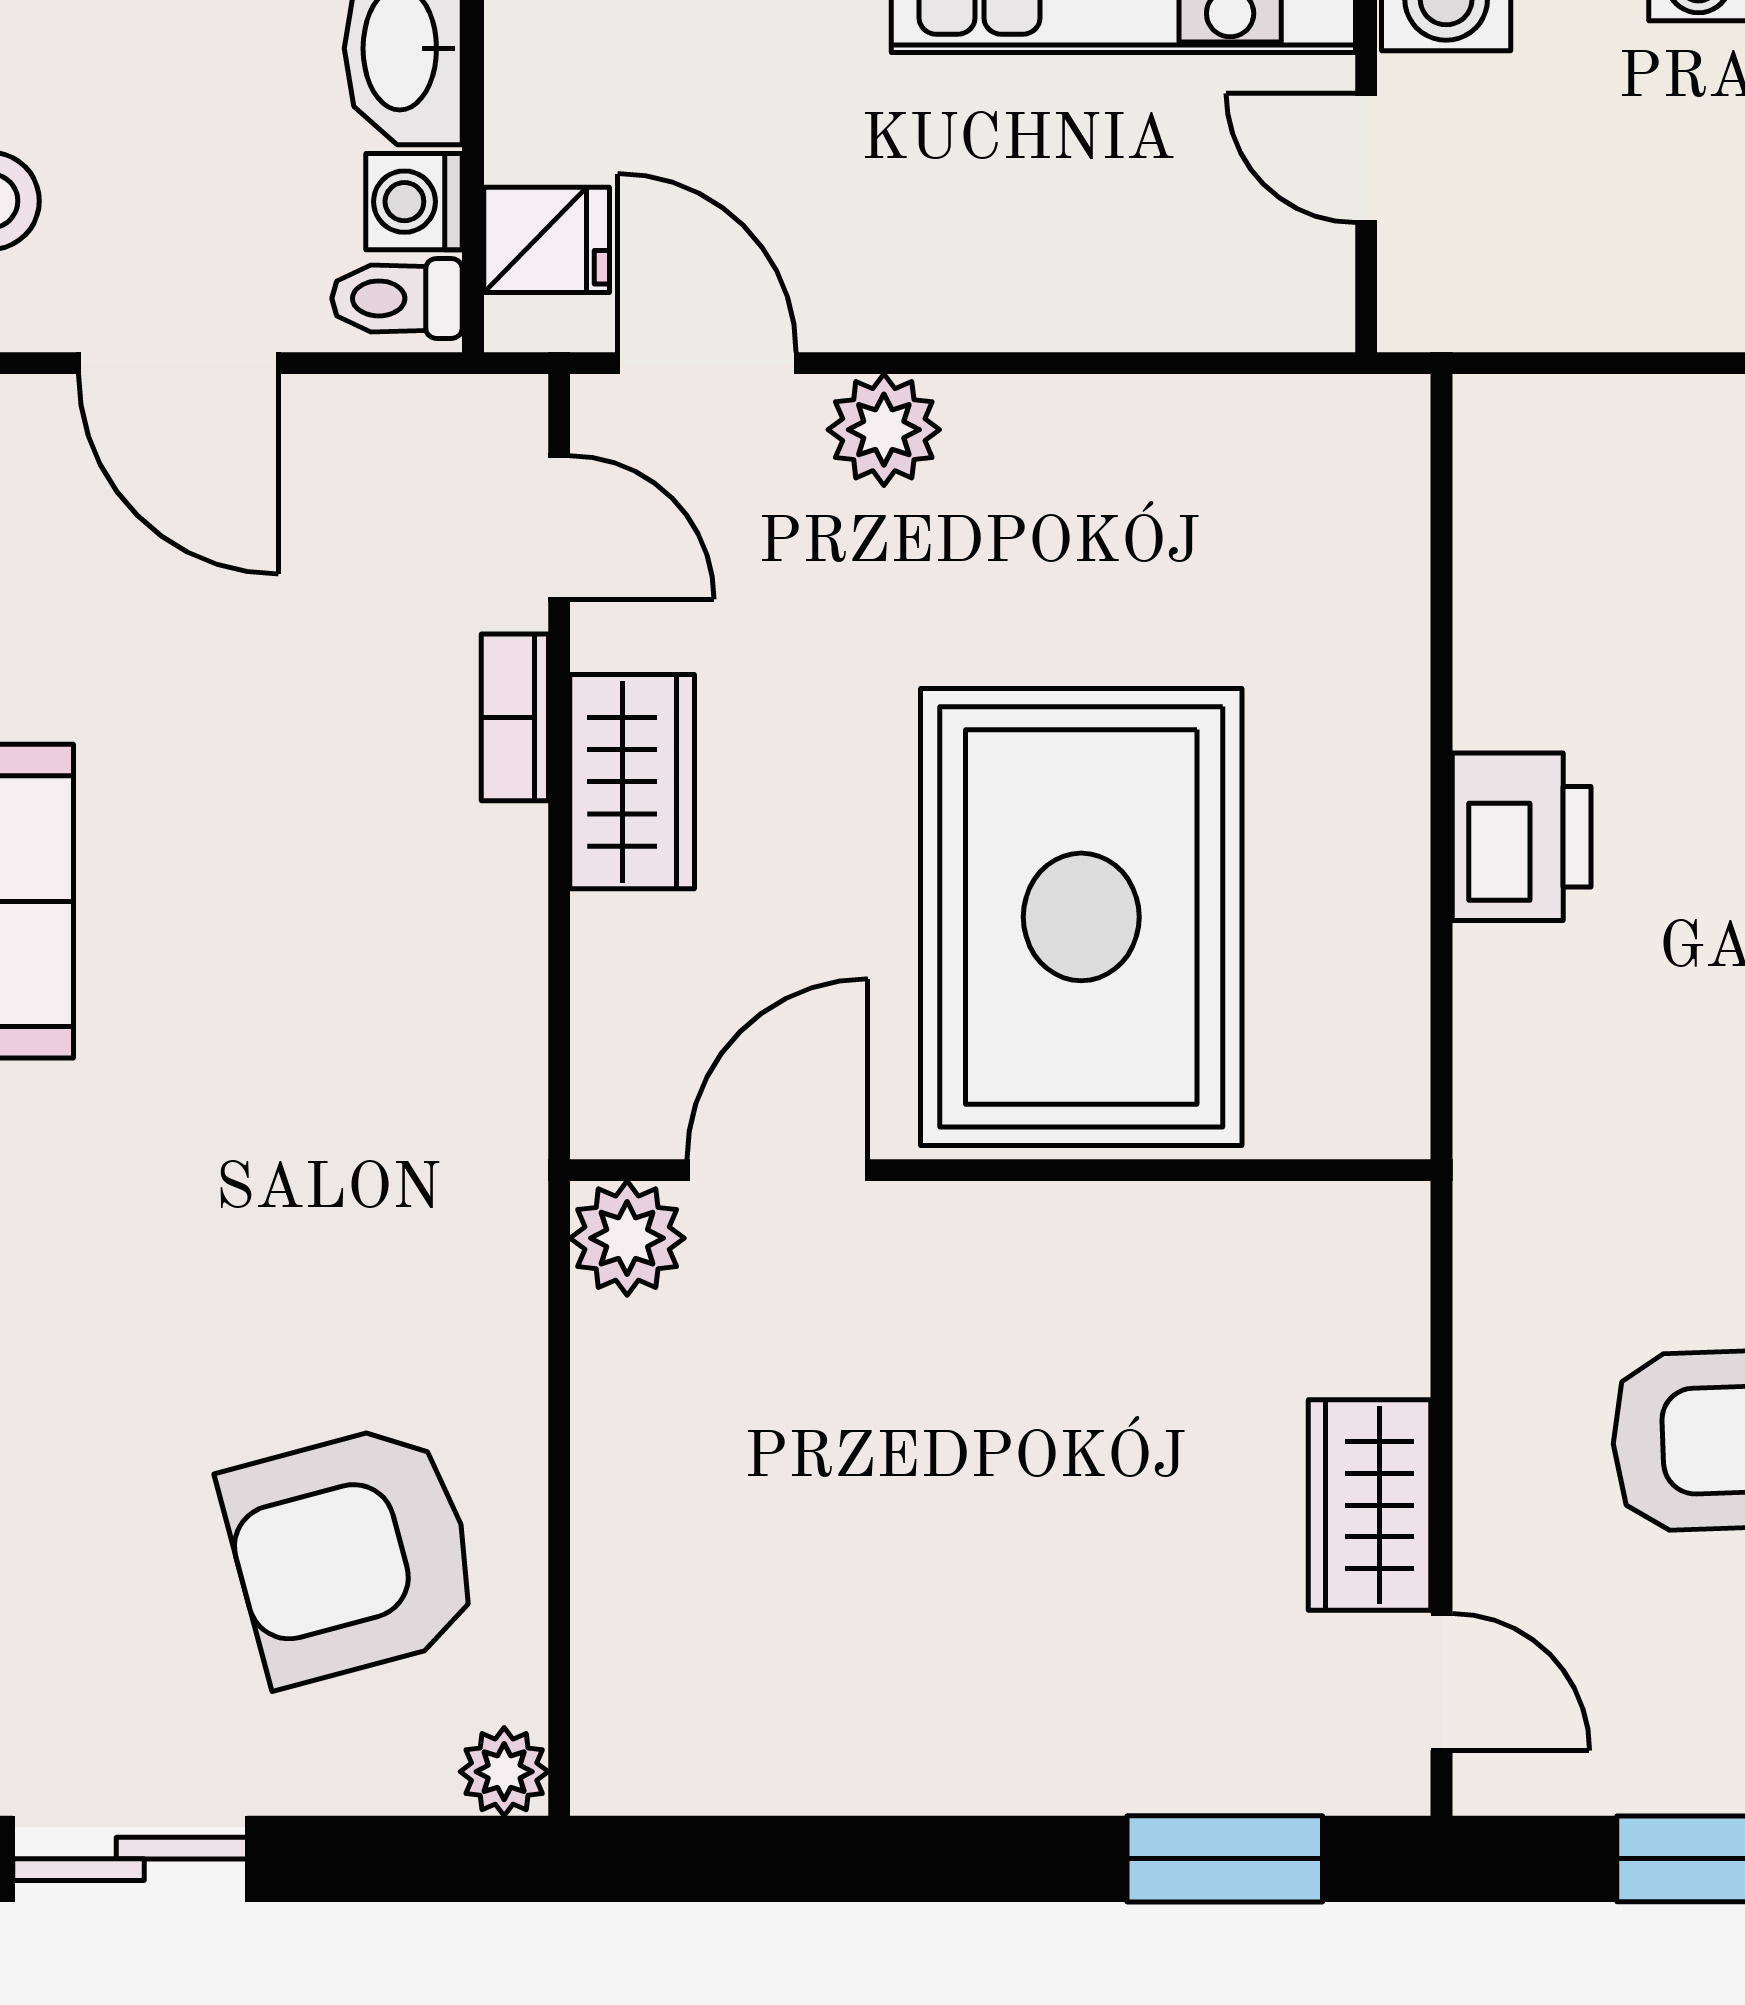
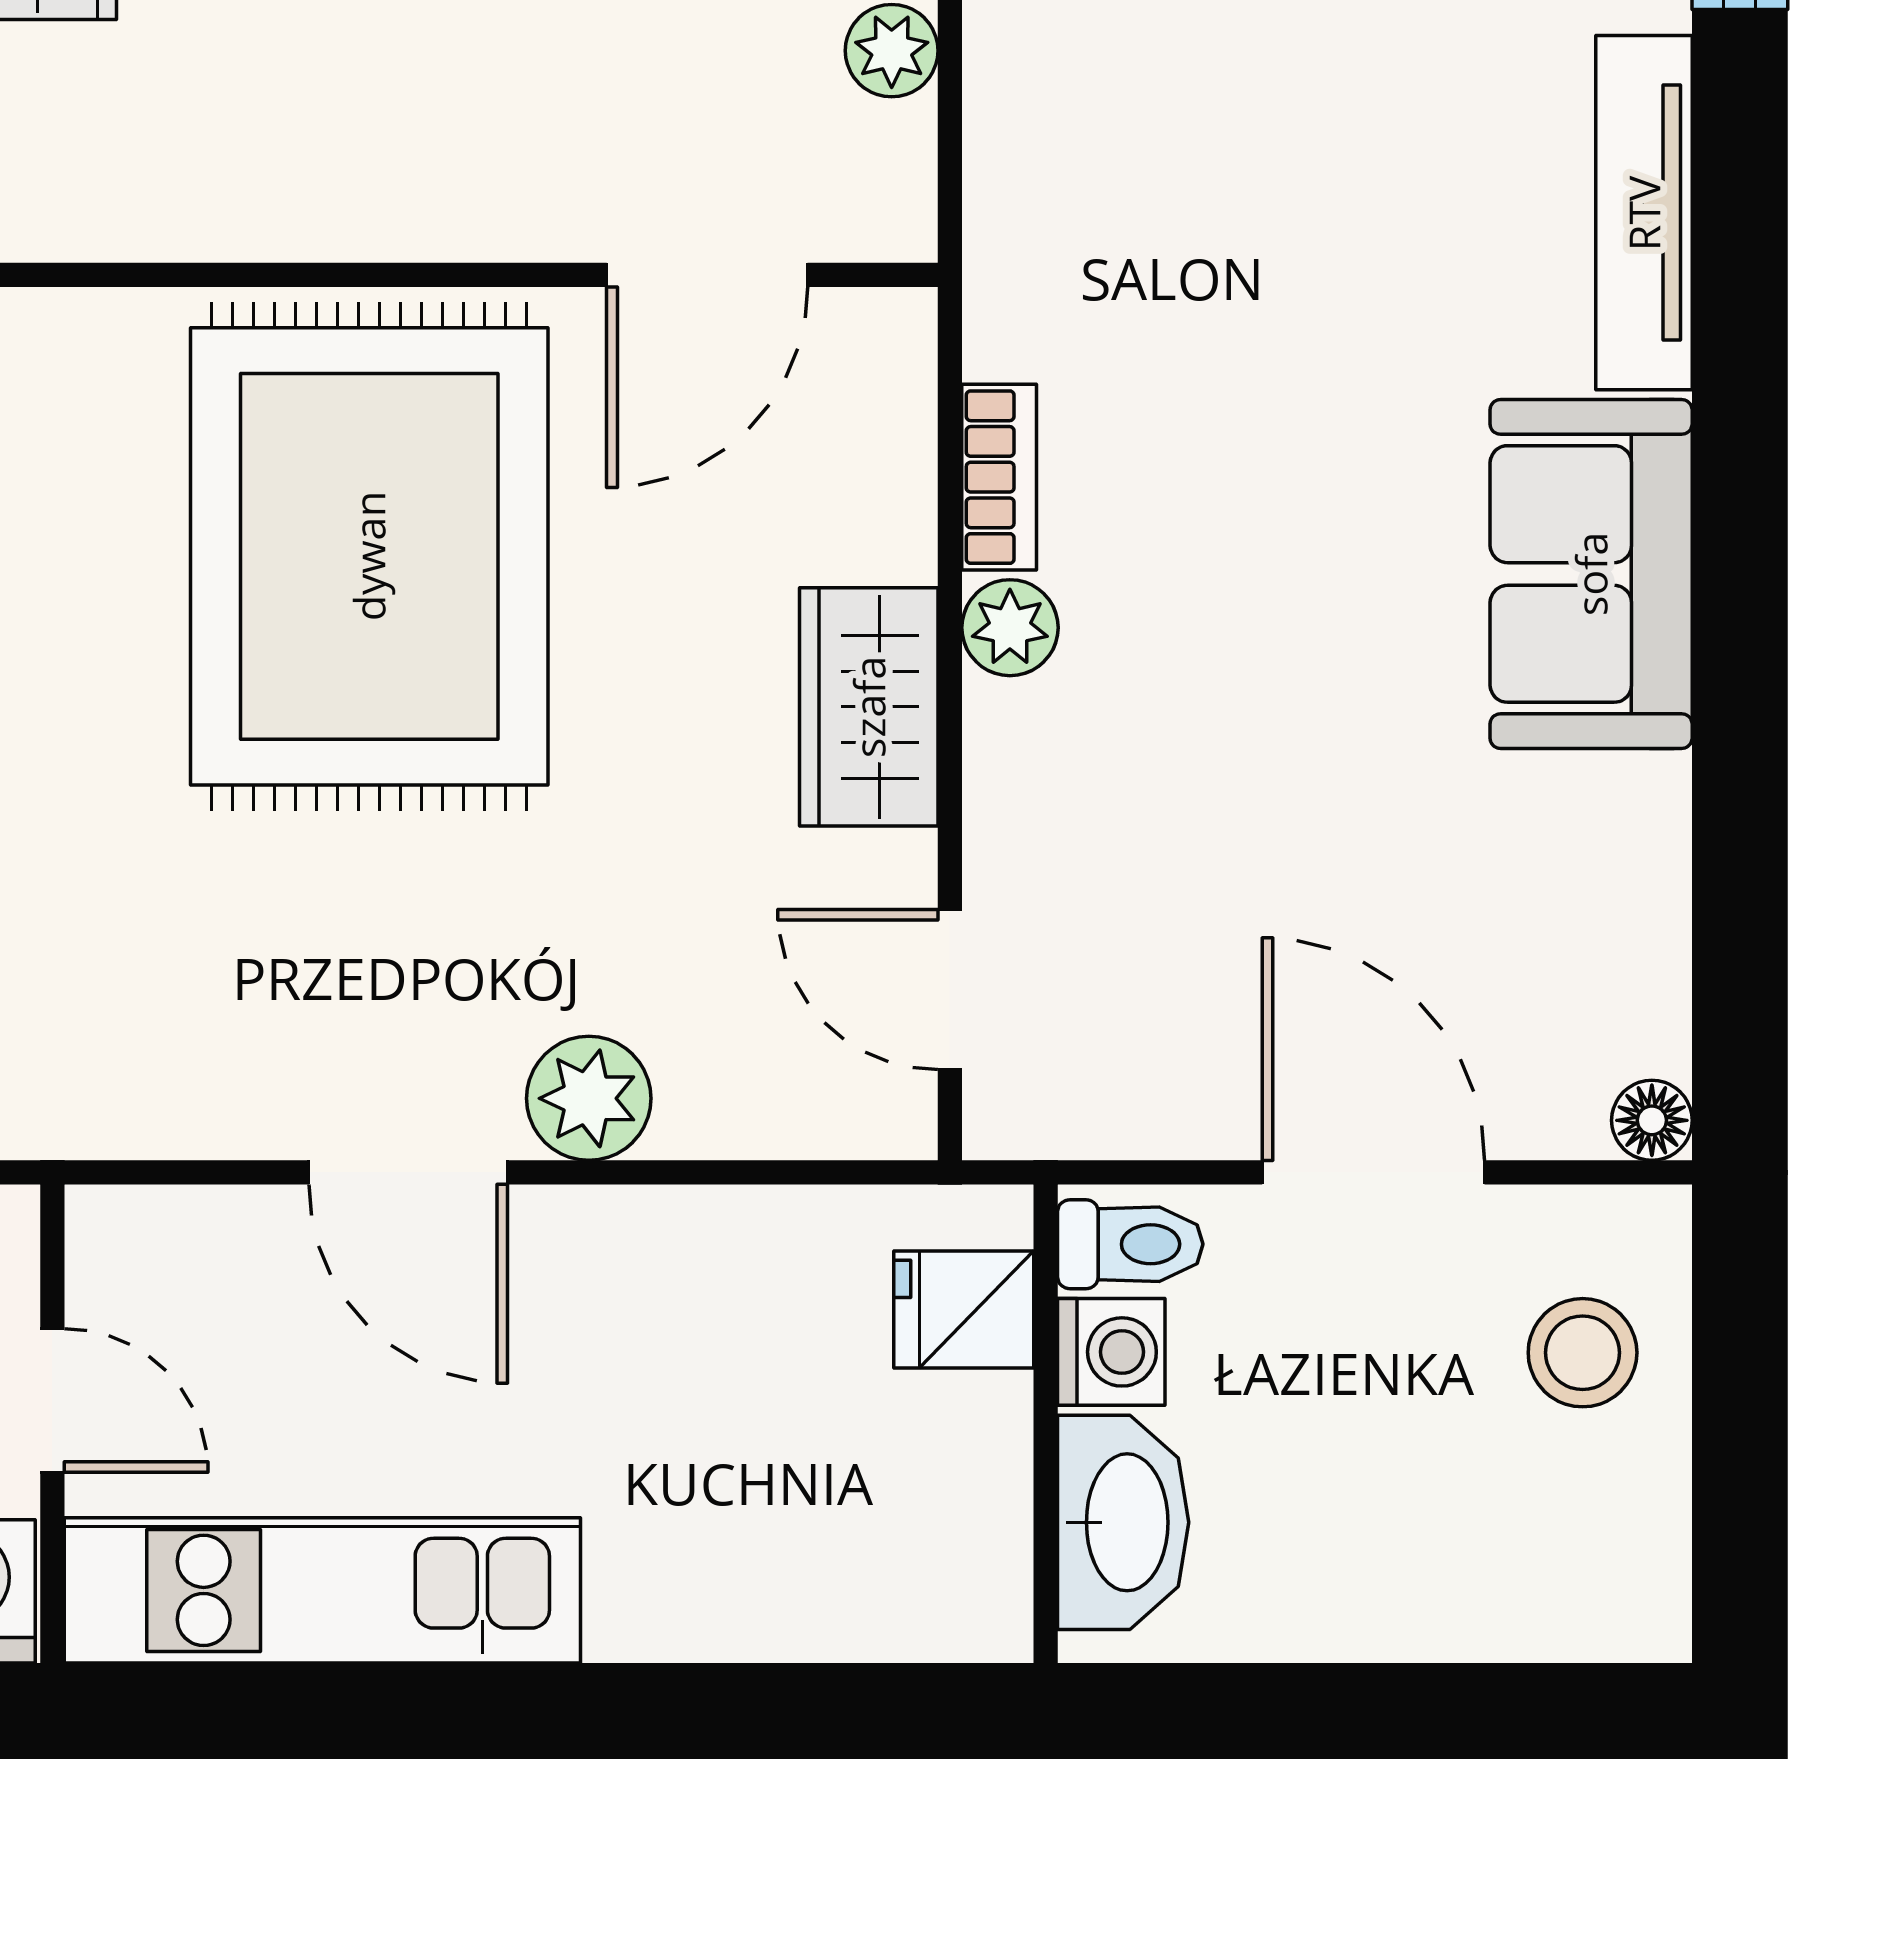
door: (707, 363) -> (408, 1172), moved
bookcase: (515, 717) -> (999, 477), moved
plant: (505, 853) -> (1010, 628), added
plant: (627, 1238) -> (892, 51), moved, width x0.73, depth x0.73

